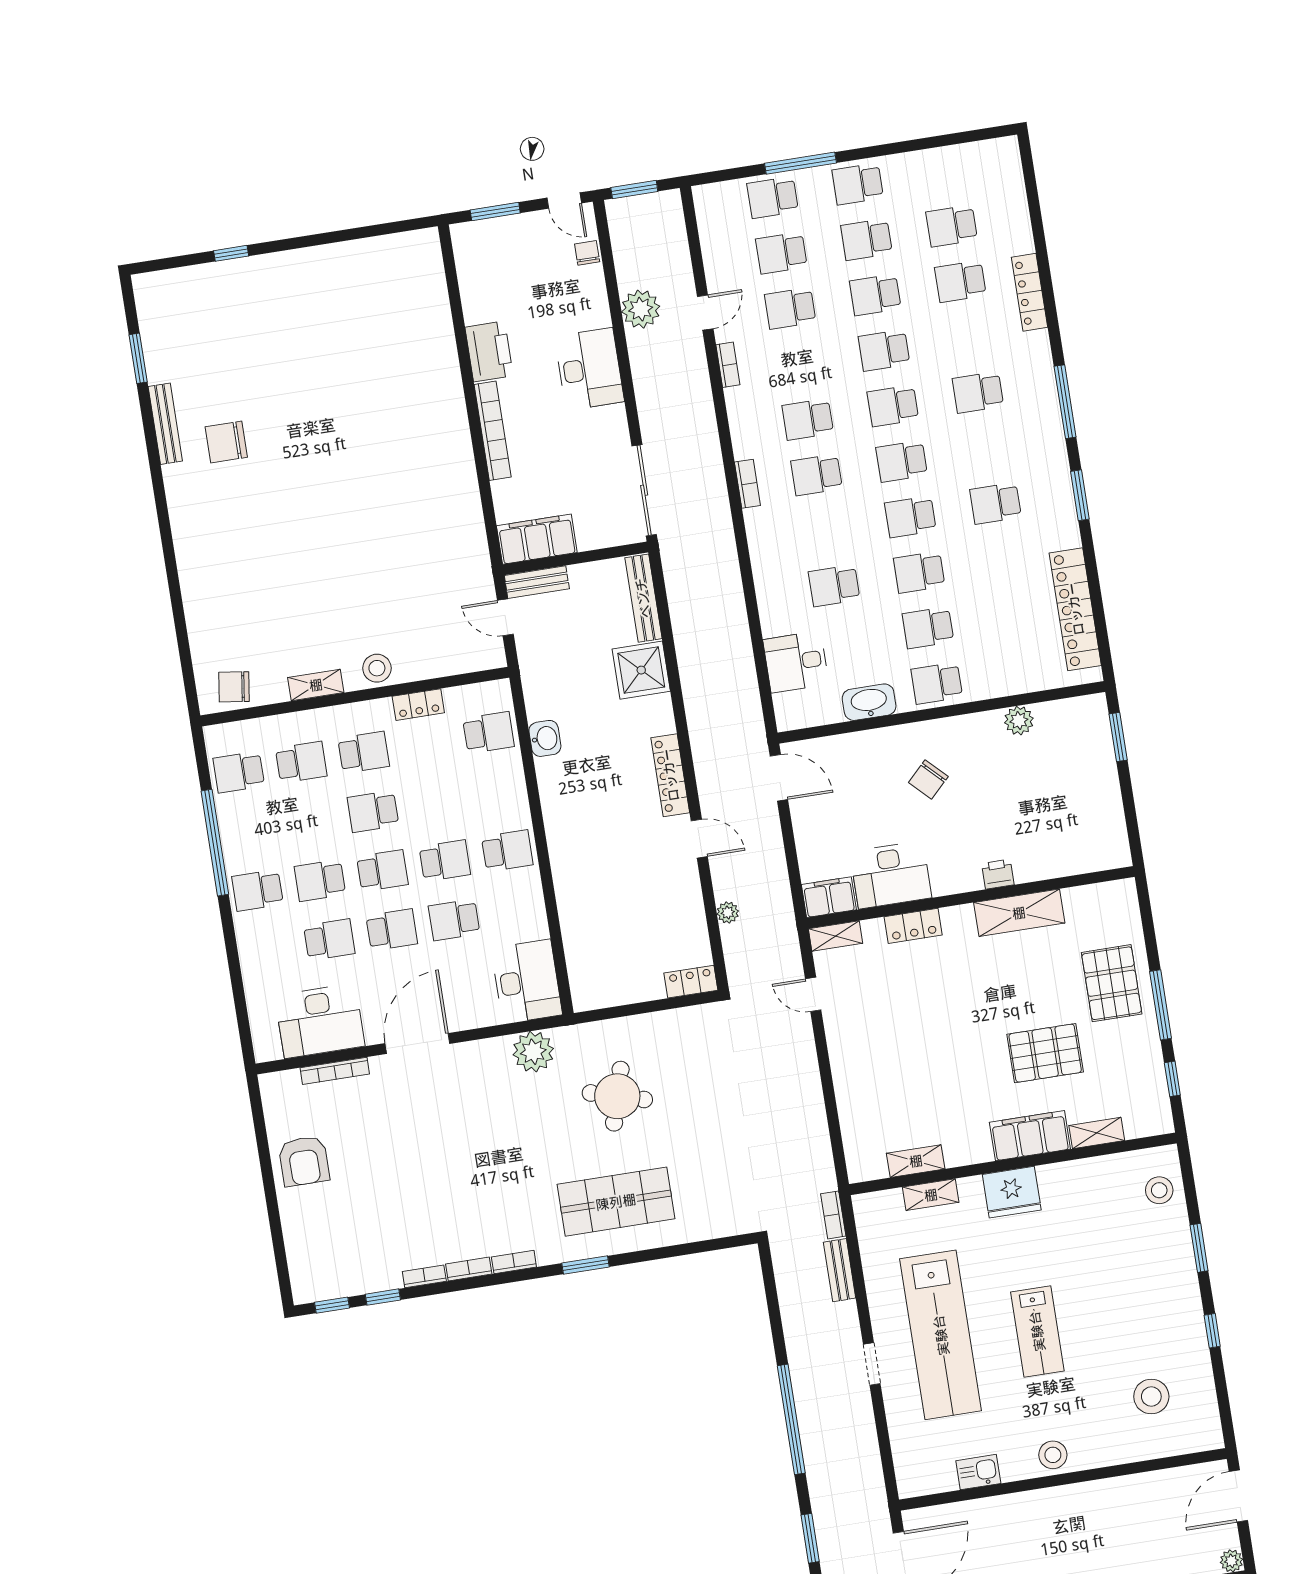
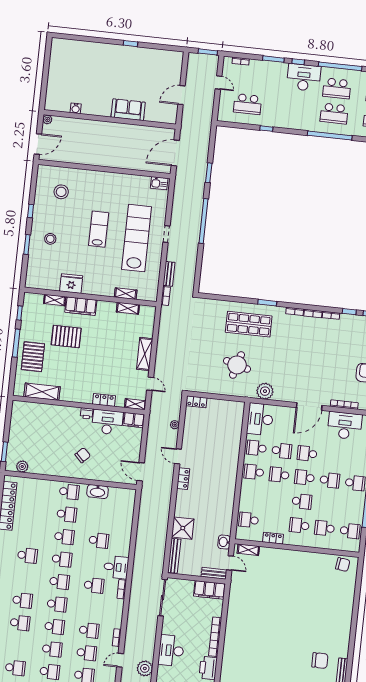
school desk: (960, 281) -> (20, 623), moved
school desk: (808, 419) -> (89, 630), moved
desk: (796, 662) -> (116, 567), moved
stool: (377, 668) -> (285, 557), removed
shelving: (316, 685) -> (248, 550), moved
plant: (1019, 721) -> (22, 466), moved
washbasin: (545, 738) -> (224, 542), moved
locker: (670, 775) -> (183, 479), width x0.66
printer: (998, 874) -> (87, 413), moved
shelving: (1019, 913) -> (42, 392), moved
school desk: (329, 940) -> (256, 448), moved
shelving: (846, 1063) -> (145, 354), added
stool: (1159, 1190) -> (50, 239), moved
fridge: (1012, 1192) -> (71, 284), moved
stool: (1053, 1455) -> (106, 180), removed
kitchen sink: (978, 1472) -> (159, 183), moved

